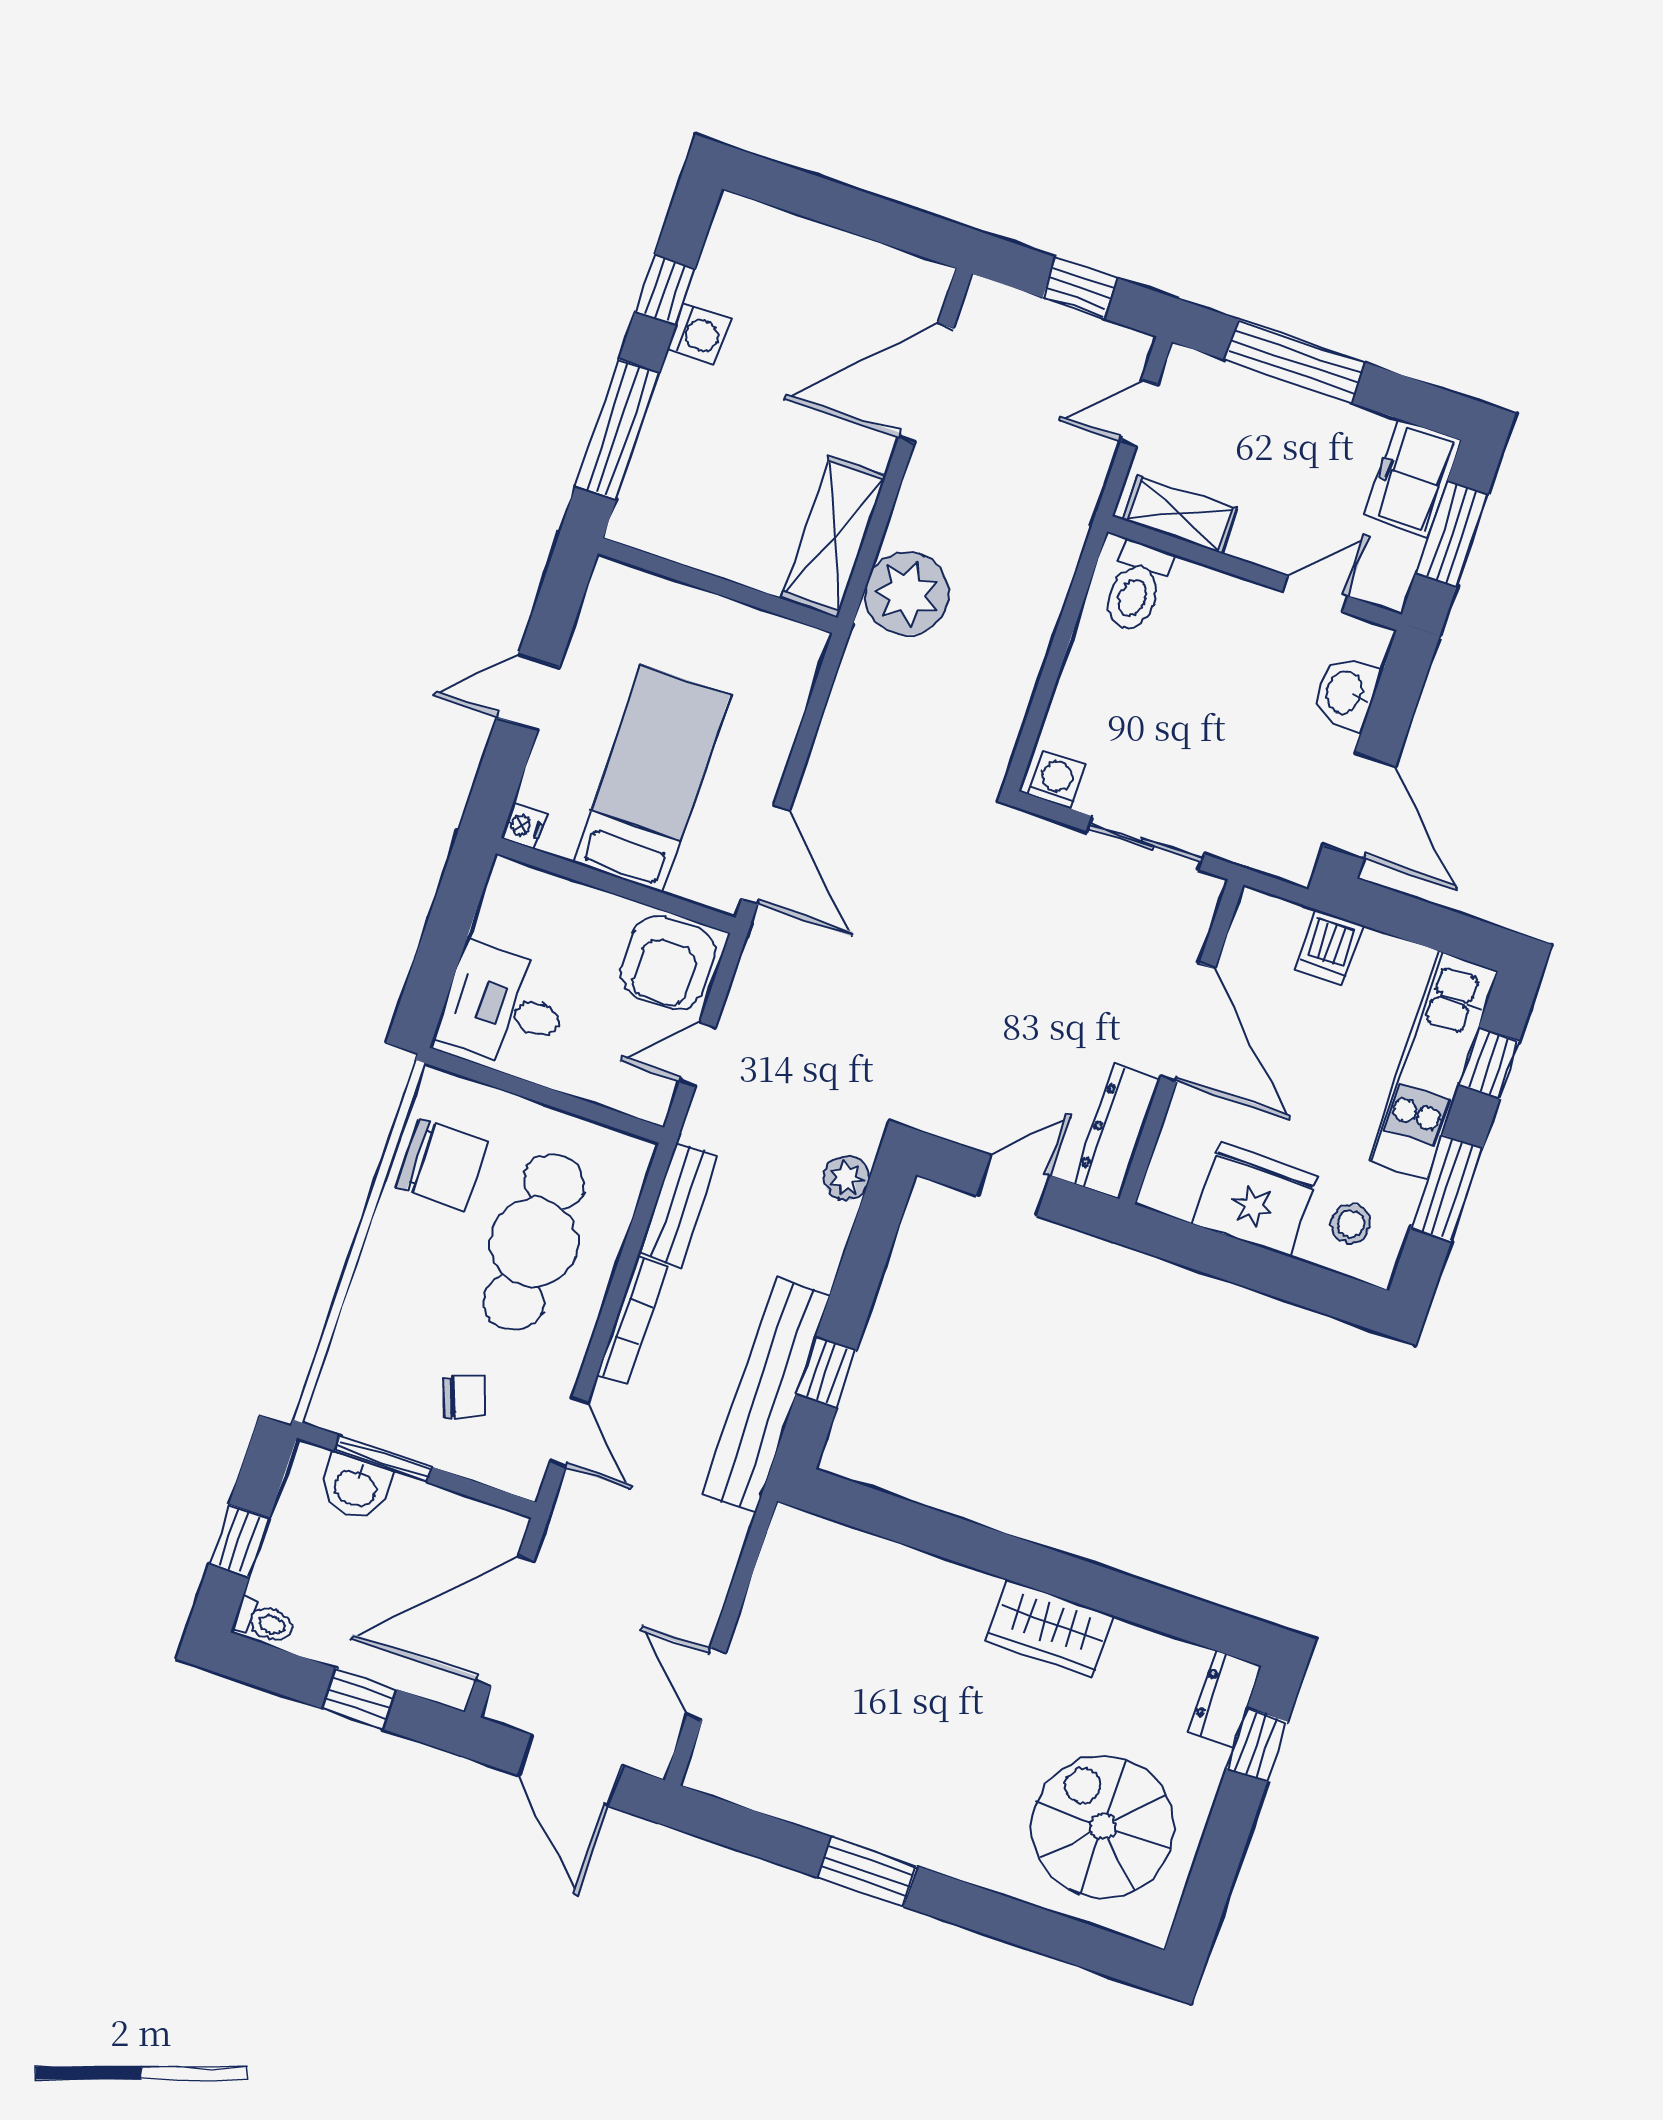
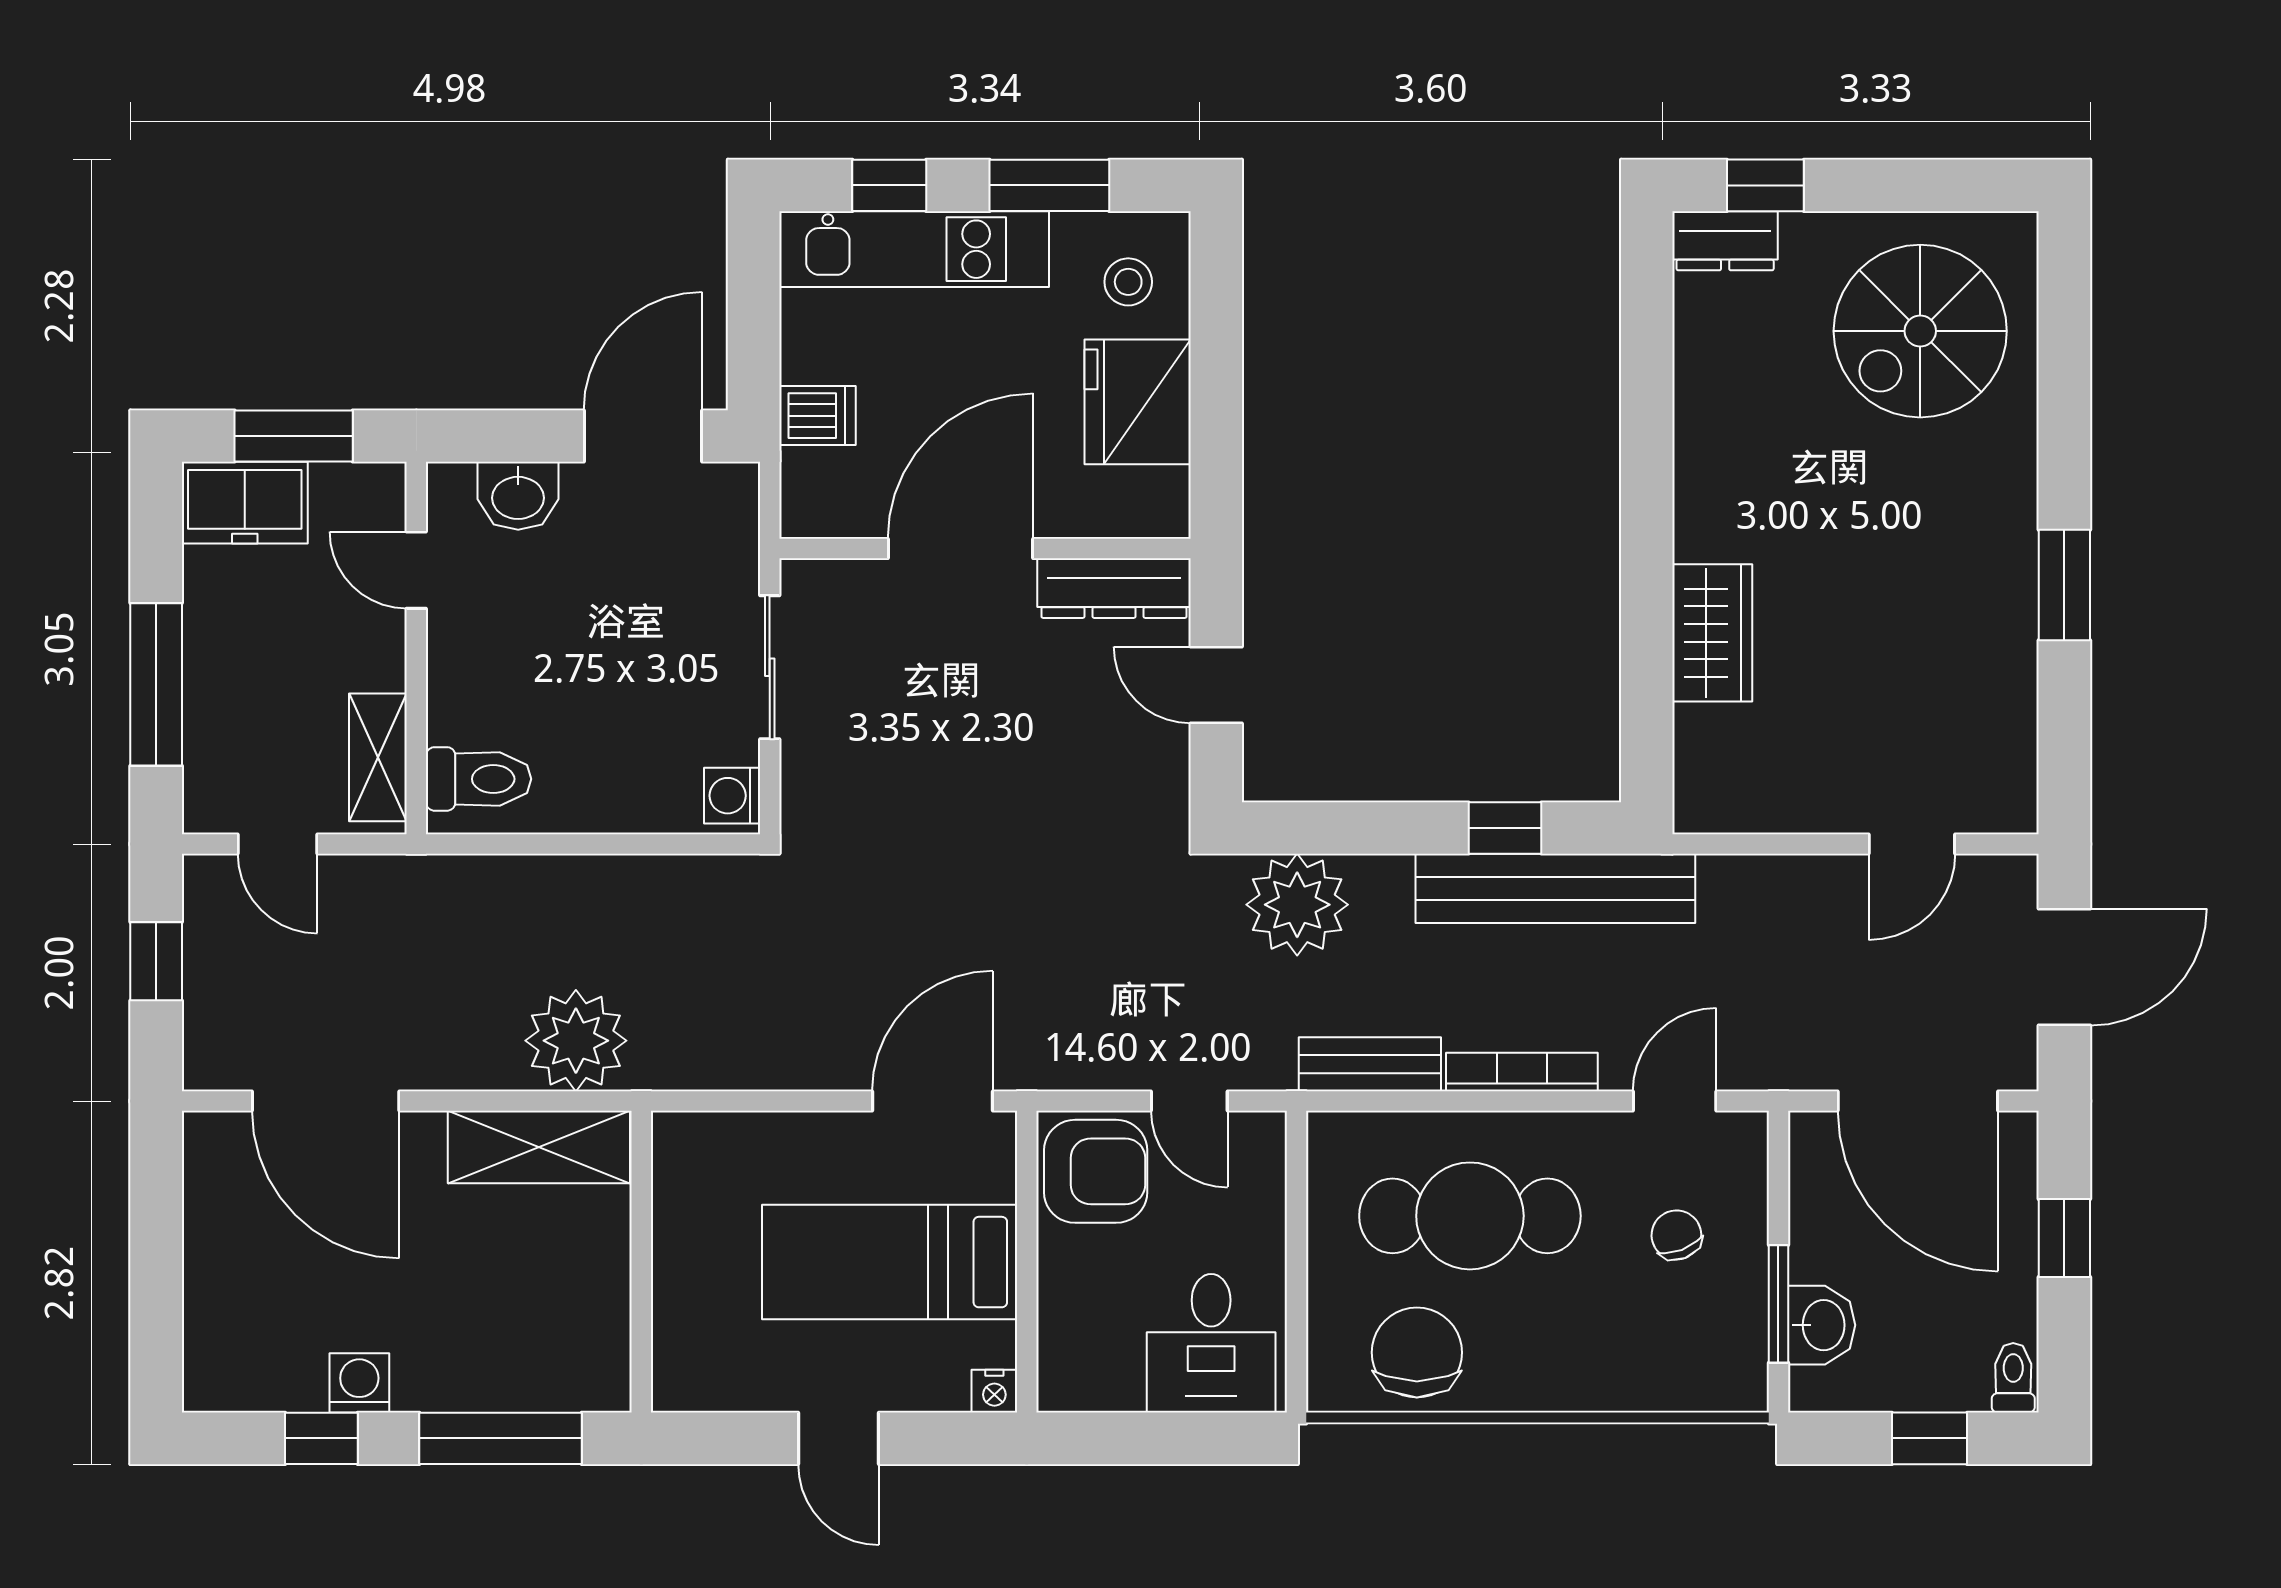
plant: (846, 1178) -> (1297, 905), width x1.88, depth x1.88
wardrobe: (1050, 1628) -> (1712, 633), moved

